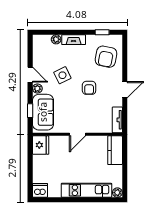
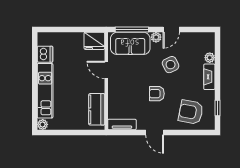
window: (30, 111) -> (132, 29), width x2.17
door: (77, 134) -> (106, 70), moved
kitchen counter: (115, 150) -> (97, 109), moved, turned -90
dishwasher: (40, 190) -> (45, 54), moved

